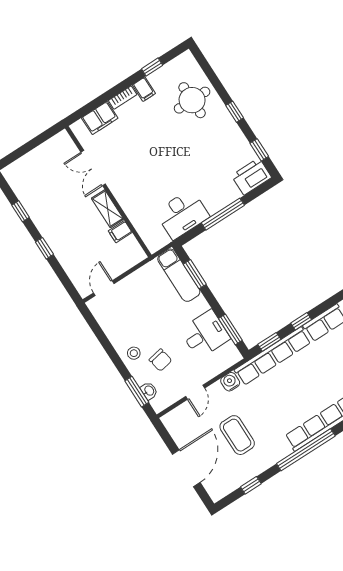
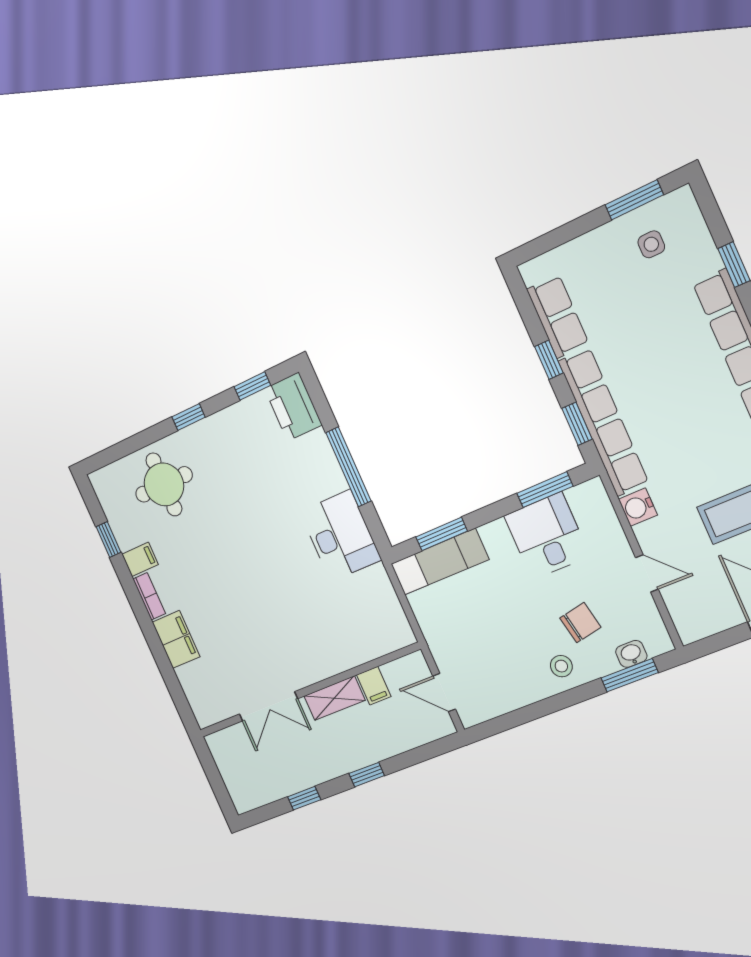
double door: (93, 168) -> (268, 706), moved
wall: (108, 192) -> (308, 691), moved
shelving: (108, 209) -> (334, 698), moved
filing cabinet: (120, 232) -> (374, 686), moved

